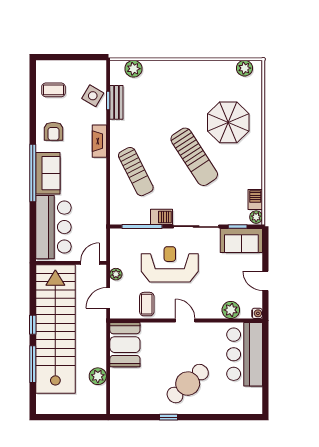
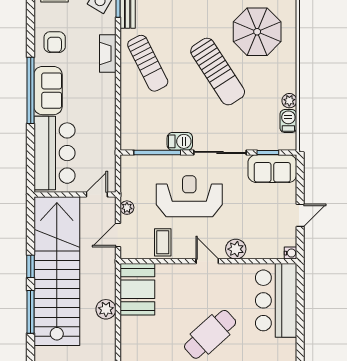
sun lounger: (136, 172) -> (148, 63), moved
plant: (256, 217) -> (289, 101), moved
door: (265, 281) -> (300, 215), swing flipped
plant: (231, 310) -> (236, 249), moved
plant: (98, 376) -> (106, 309), moved

